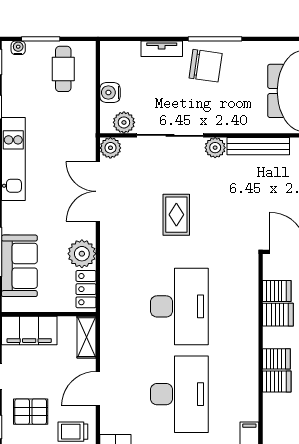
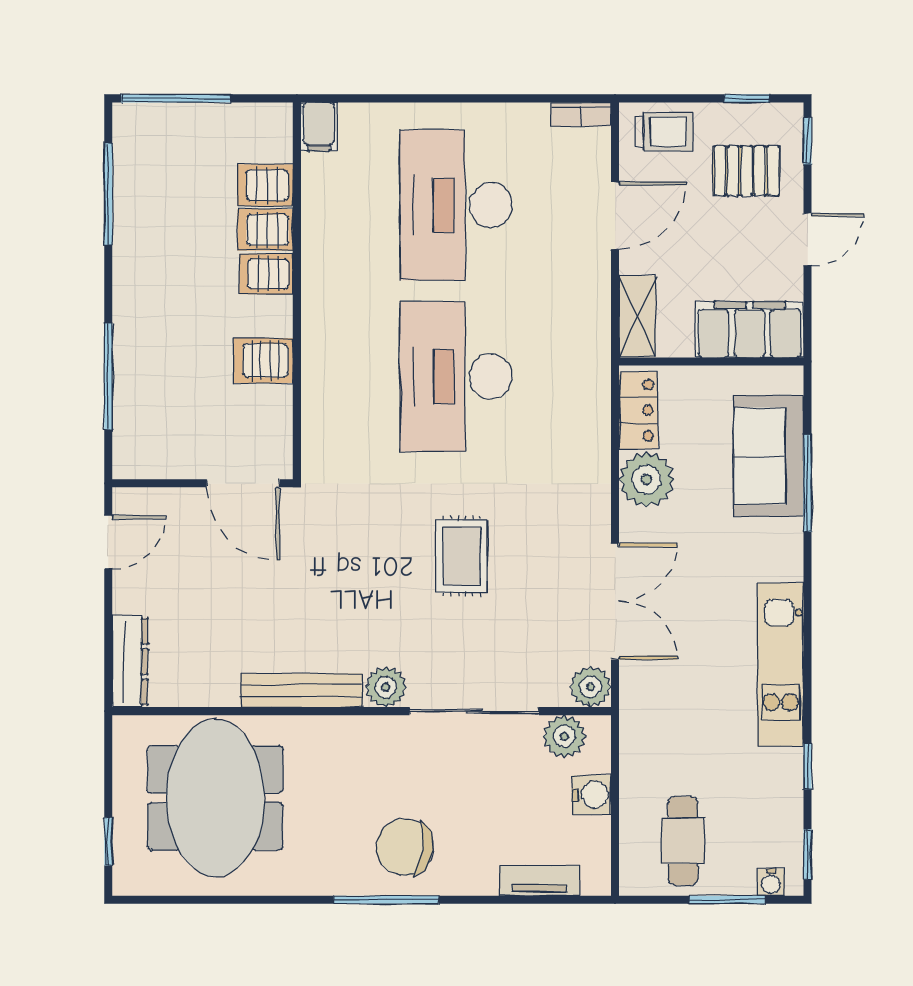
tv unit: (162, 49) -> (539, 880), moved
server rack: (277, 291) -> (265, 185), moved

